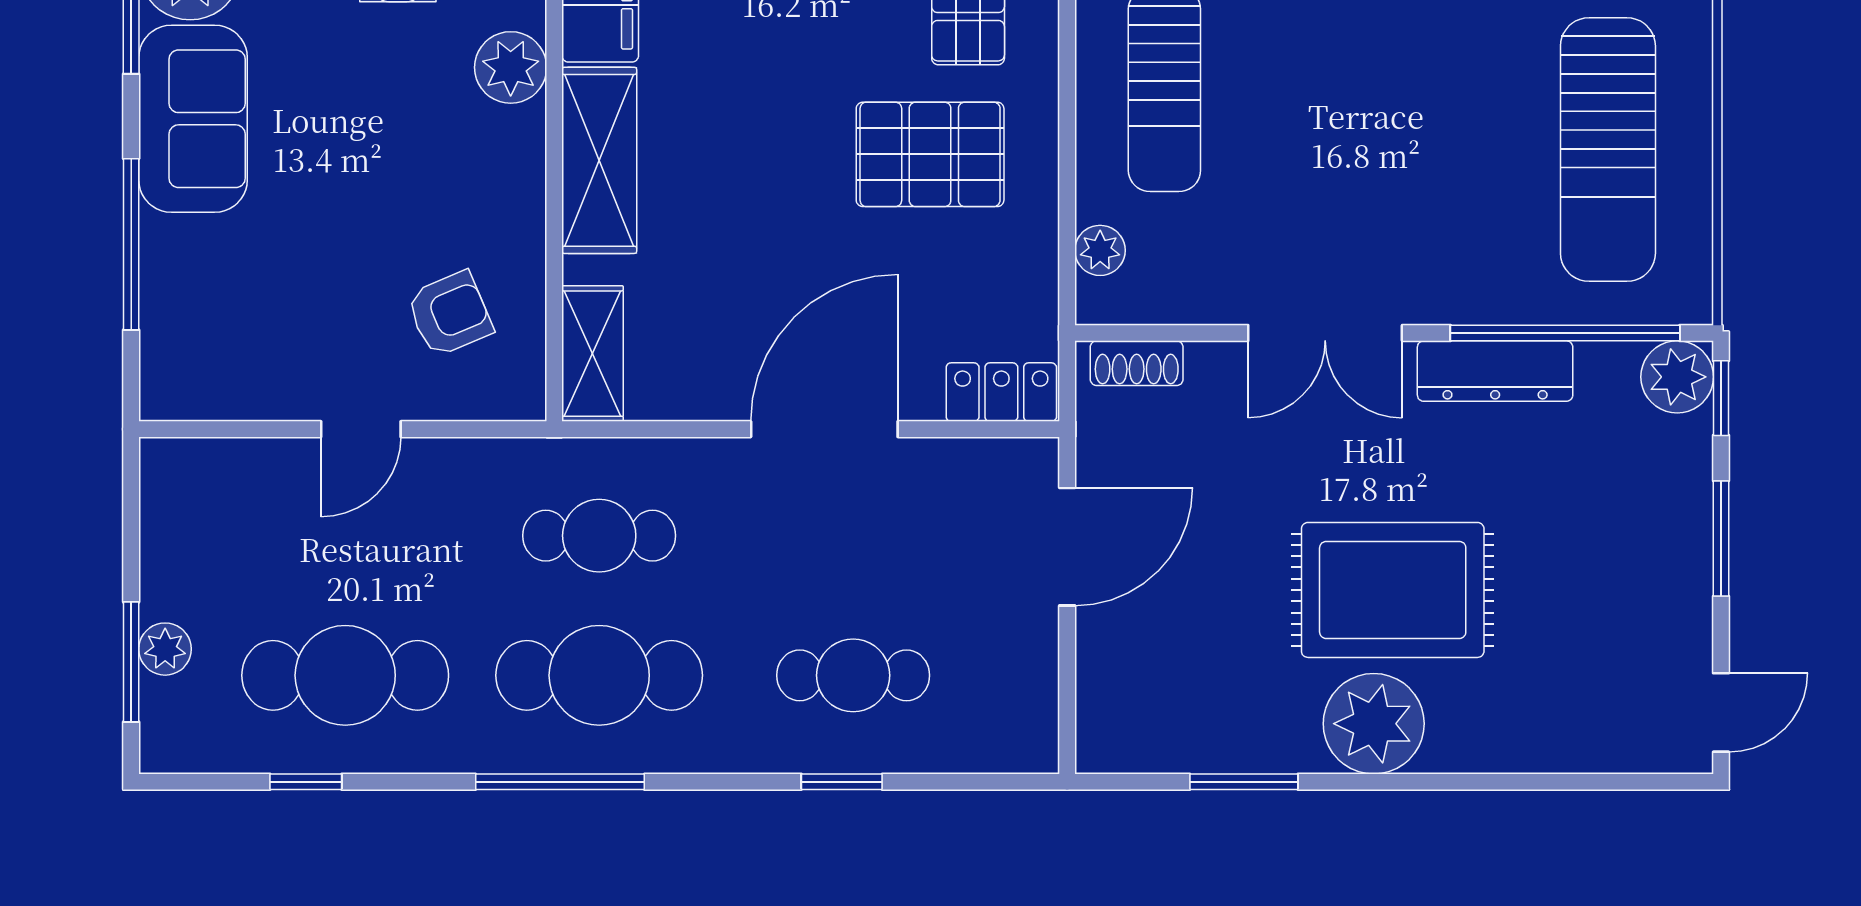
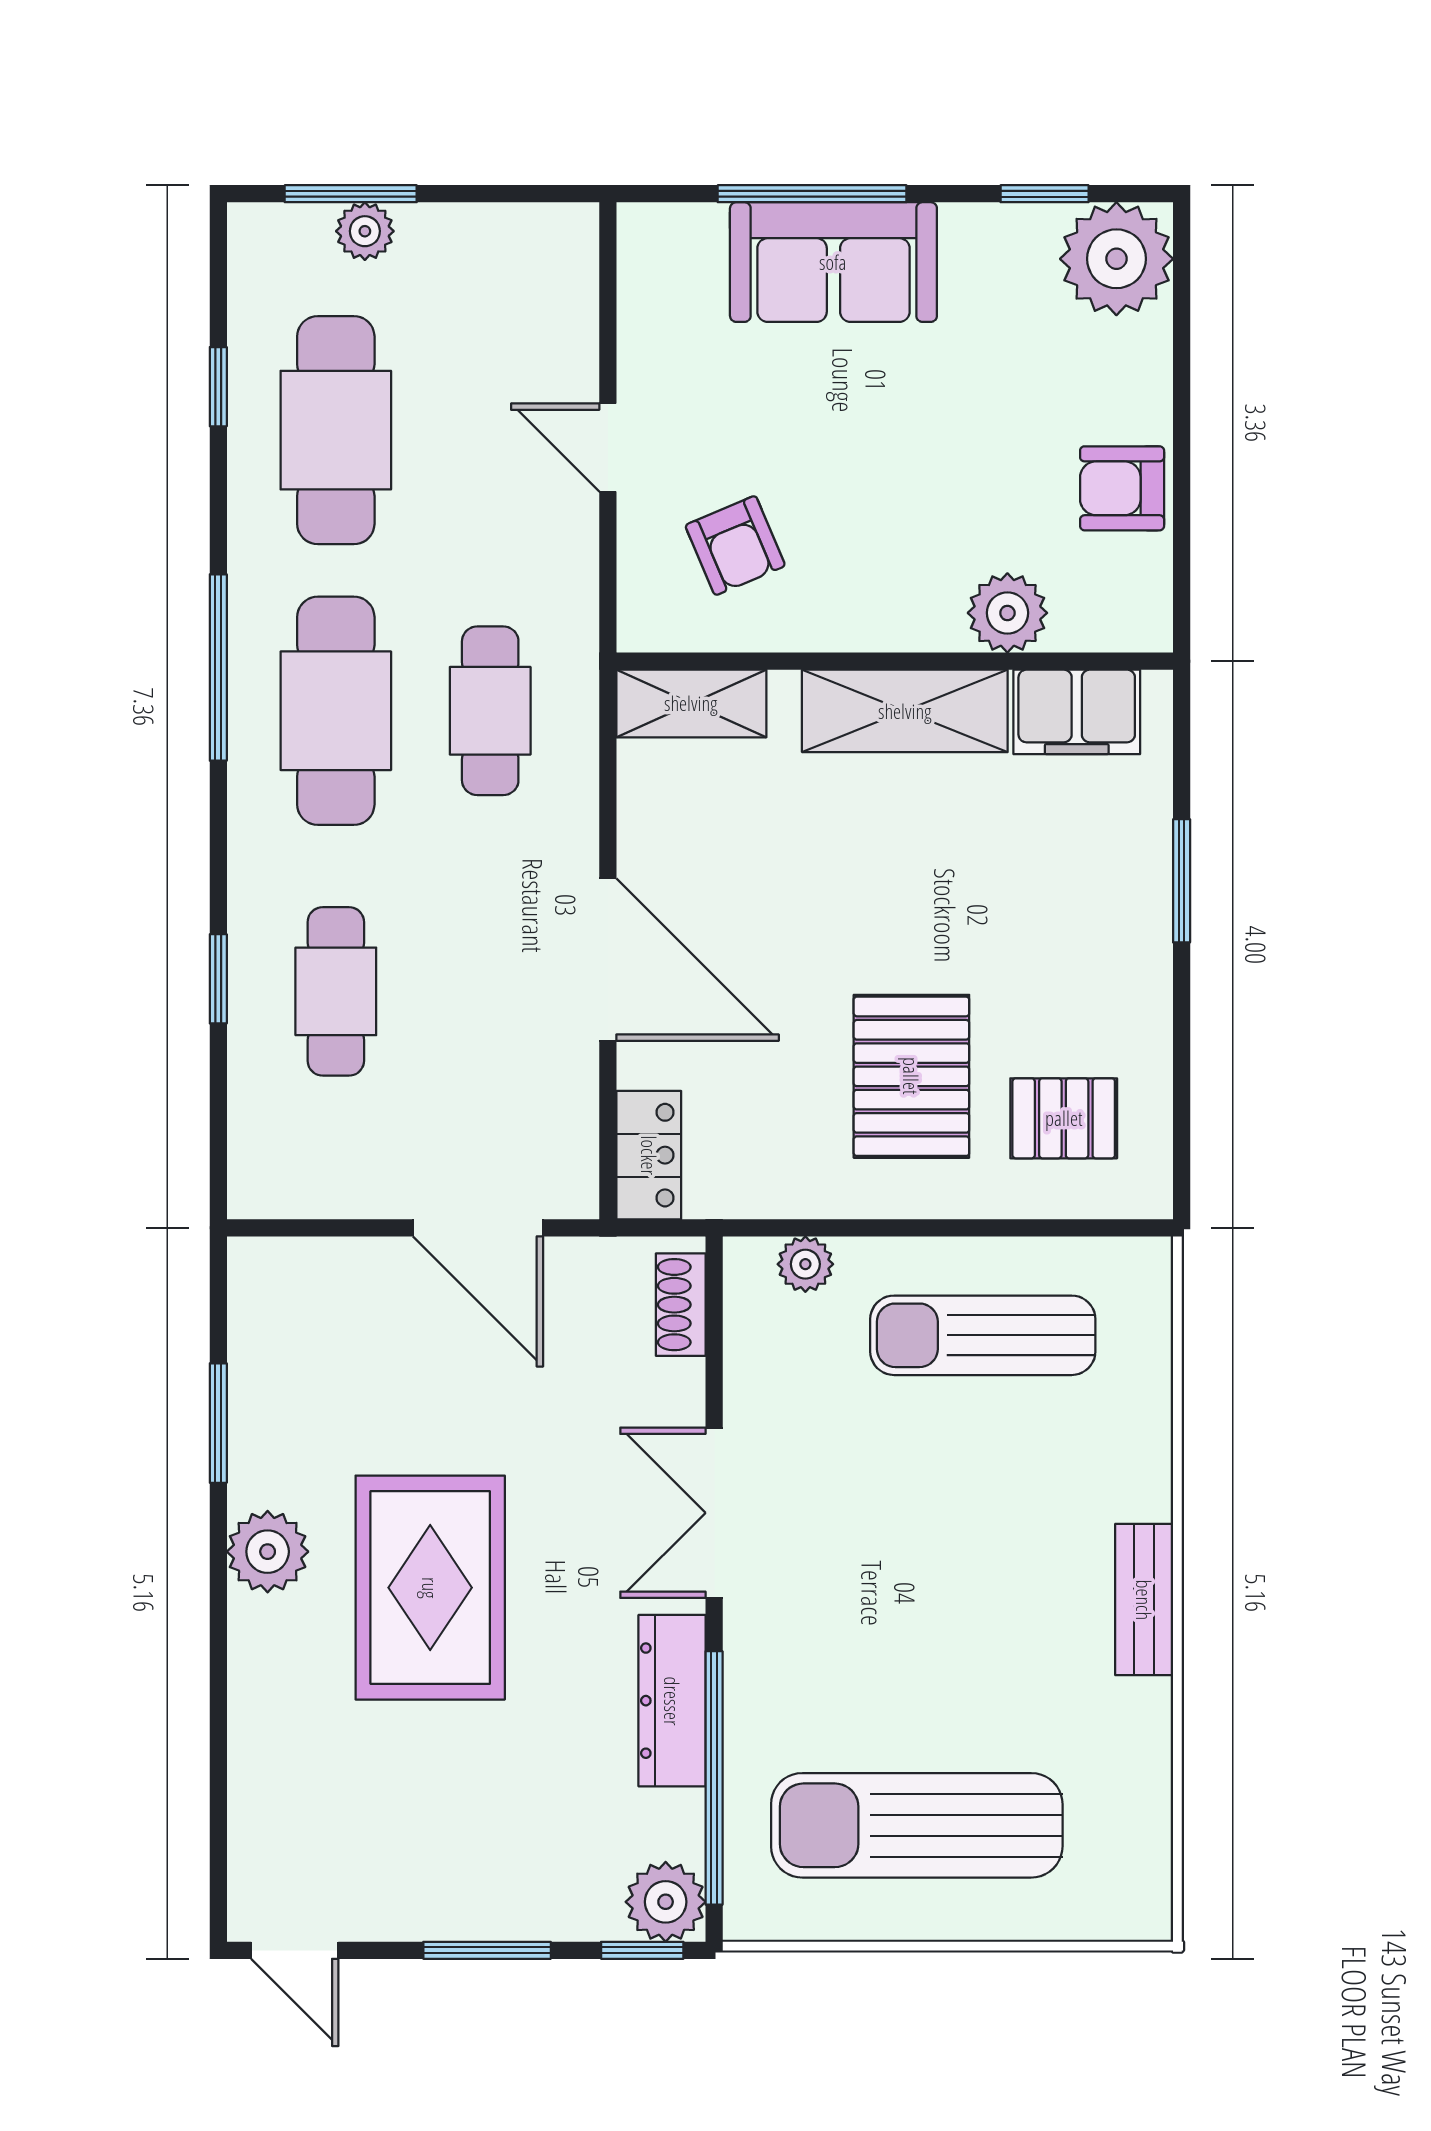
sofa: (193, 119) -> (833, 262), moved
plant: (1374, 724) -> (268, 1552), width x0.73, depth x0.73

